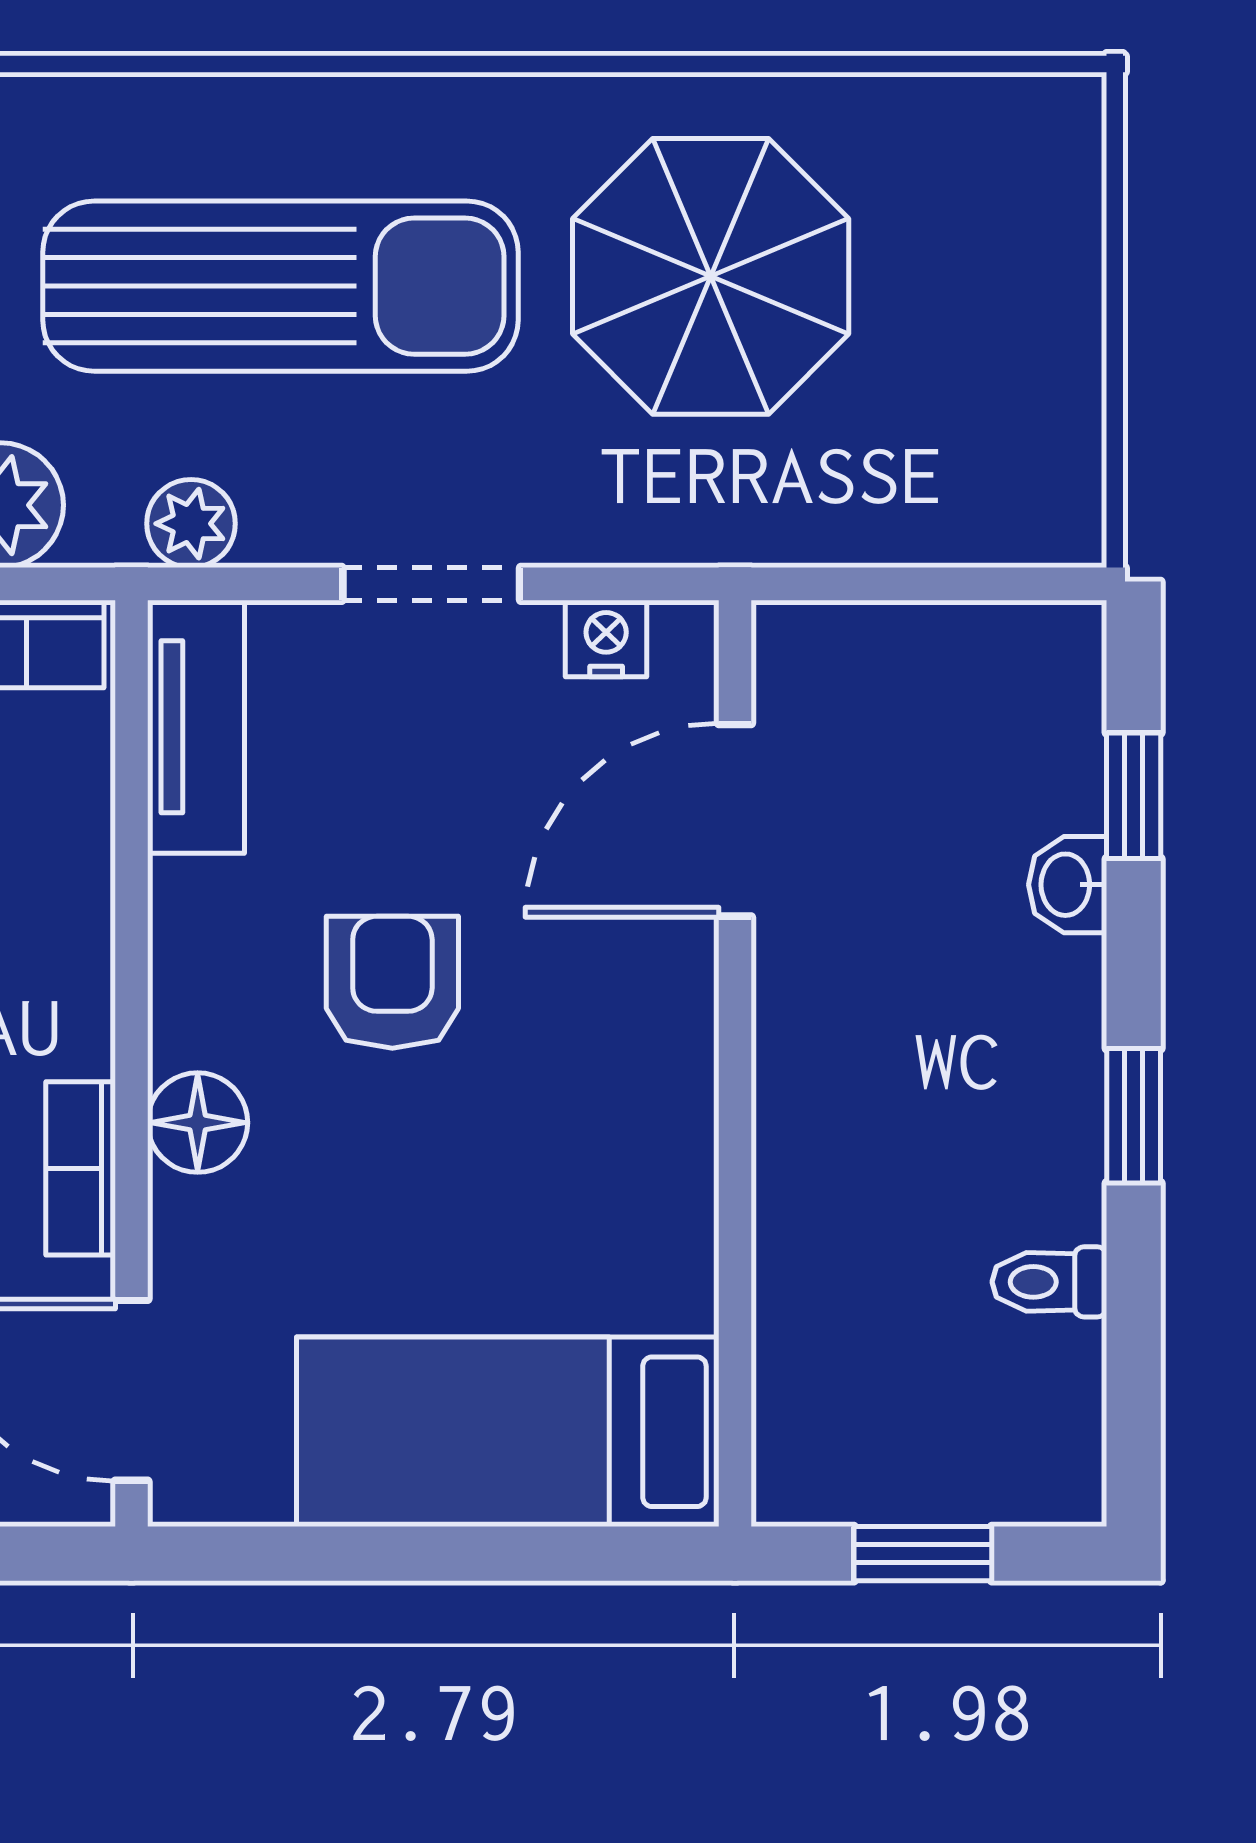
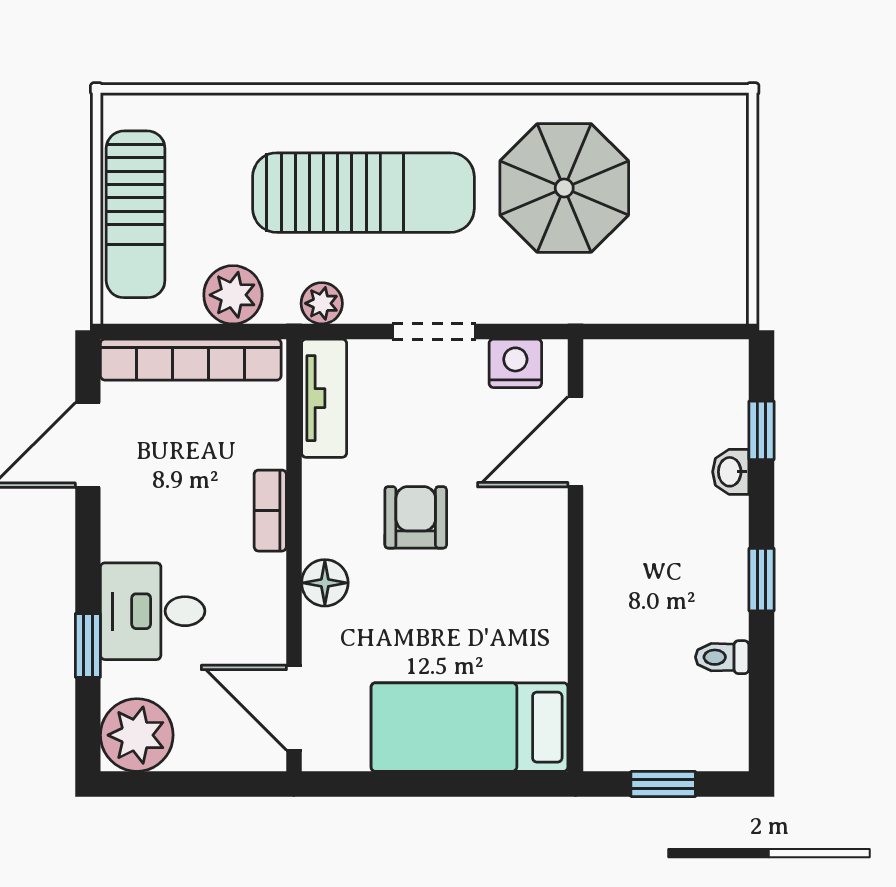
nightstand: (606, 638) -> (515, 363), width x1.39, depth x1.35
bookcase: (81, 1168) -> (270, 511), moved

